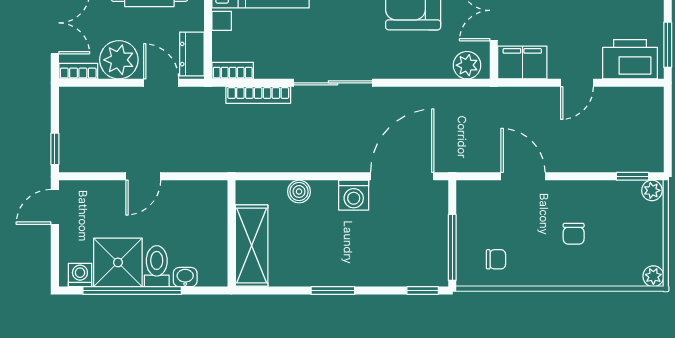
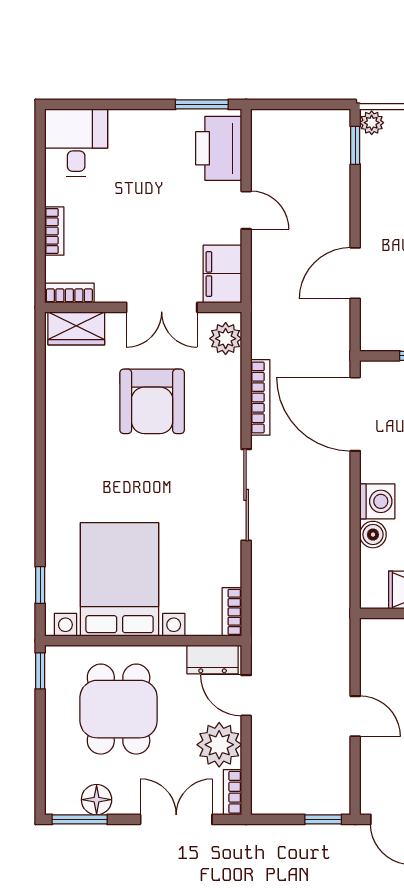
door: (161, 83) -> (246, 695), hinge flipped
bookcase: (258, 95) -> (260, 397), moved
washing machine: (354, 195) -> (377, 501), moved

